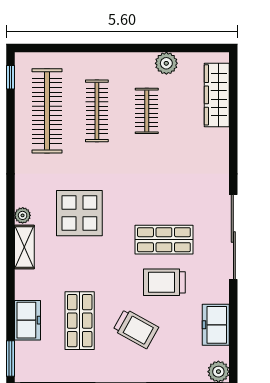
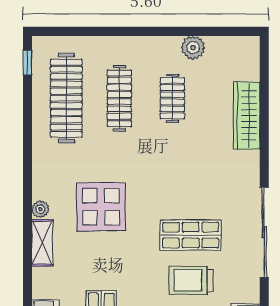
wardrobe: (217, 95) -> (247, 115), moved

